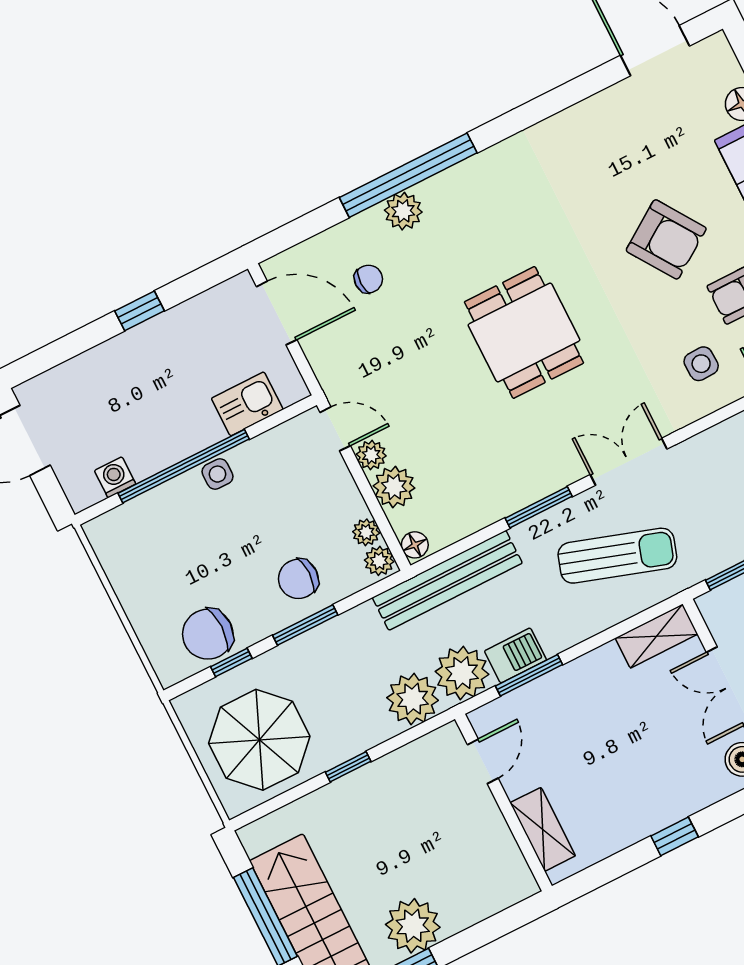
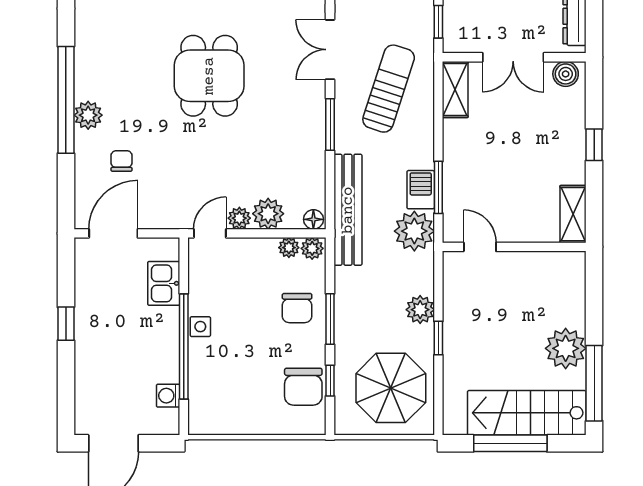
dining table: (524, 332) -> (209, 76), turned 90
plant: (413, 699) -> (420, 310), moved, width x0.73, depth x0.73
shelving: (543, 829) -> (573, 214), moved, turned 90

